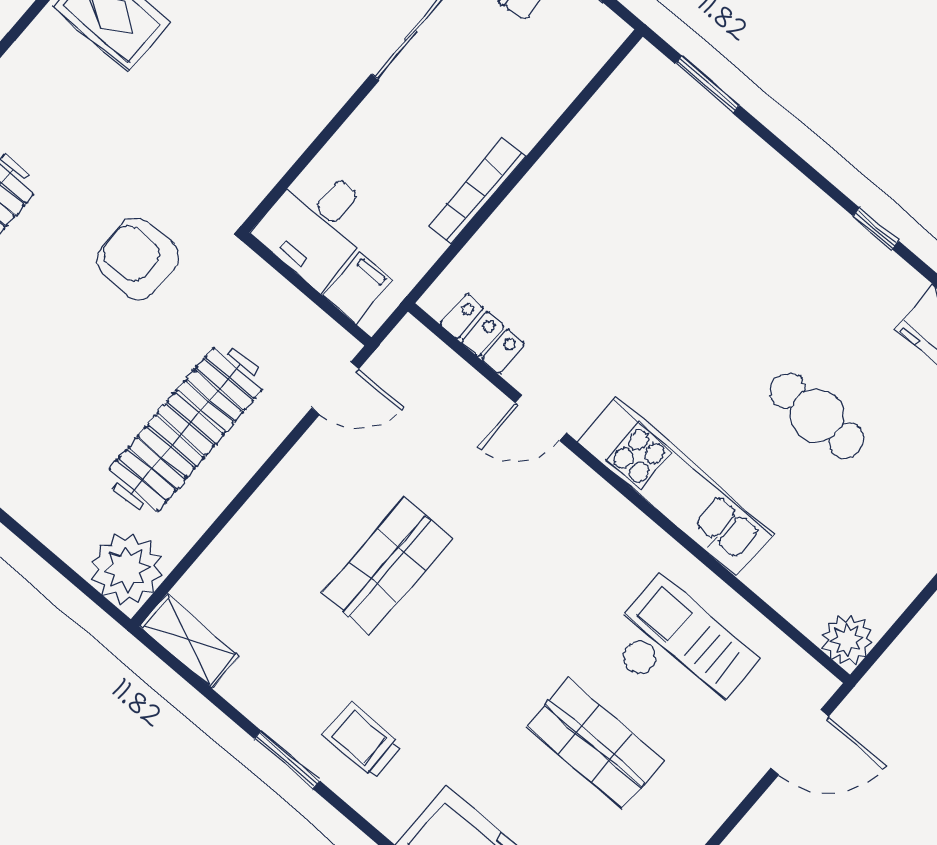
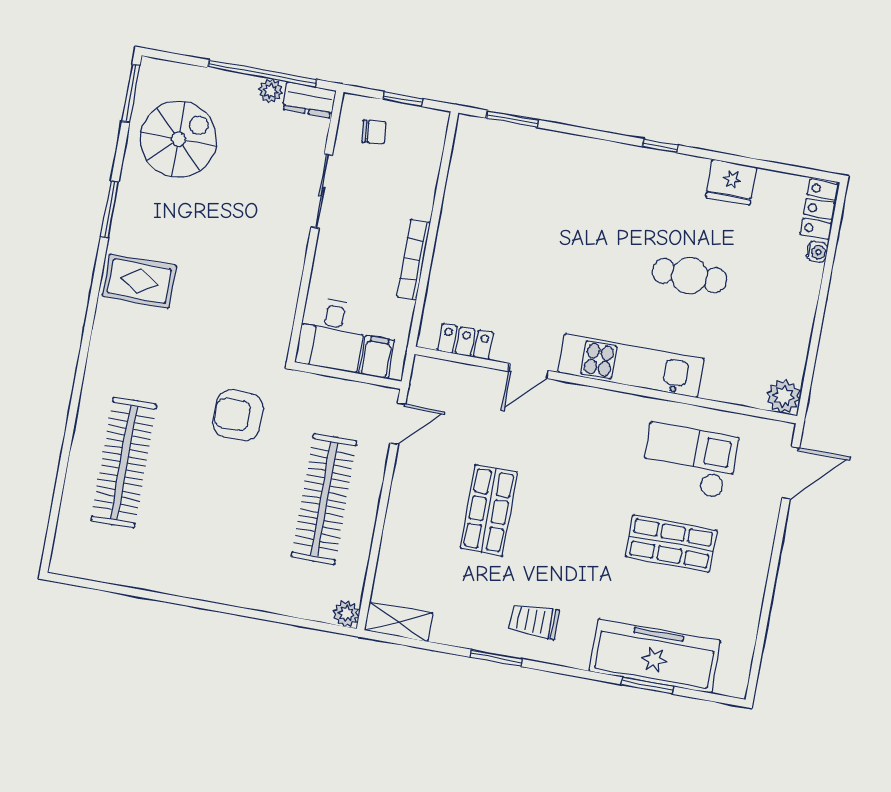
plant: (127, 568) -> (346, 614), width x0.53, depth x0.53

